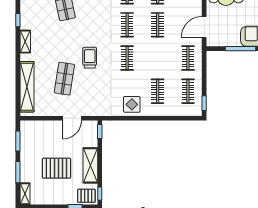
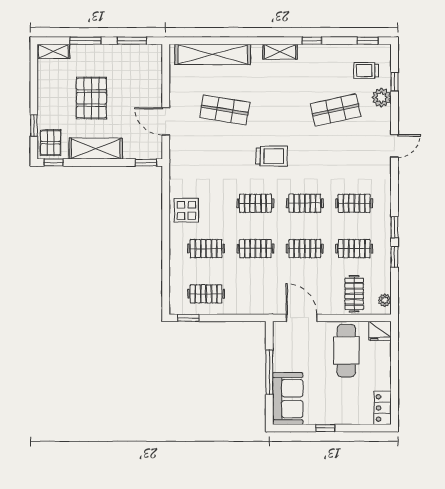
trolley: (90, 58) -> (272, 156), moved
clothes rail: (188, 58) -> (255, 249), moved

